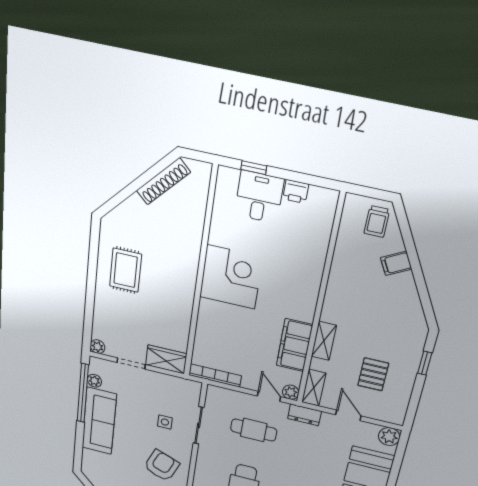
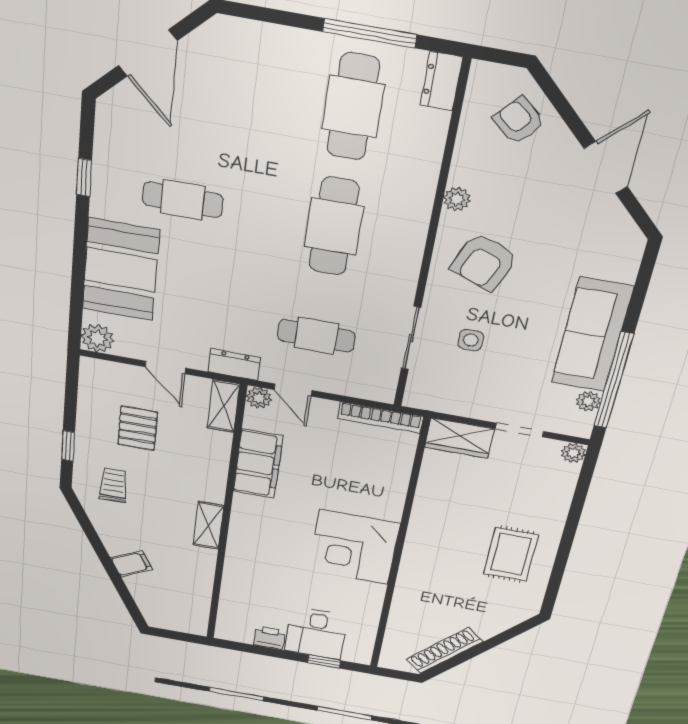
trolley: (377, 221) -> (113, 485), moved
shelving: (324, 341) -> (208, 525), moved

